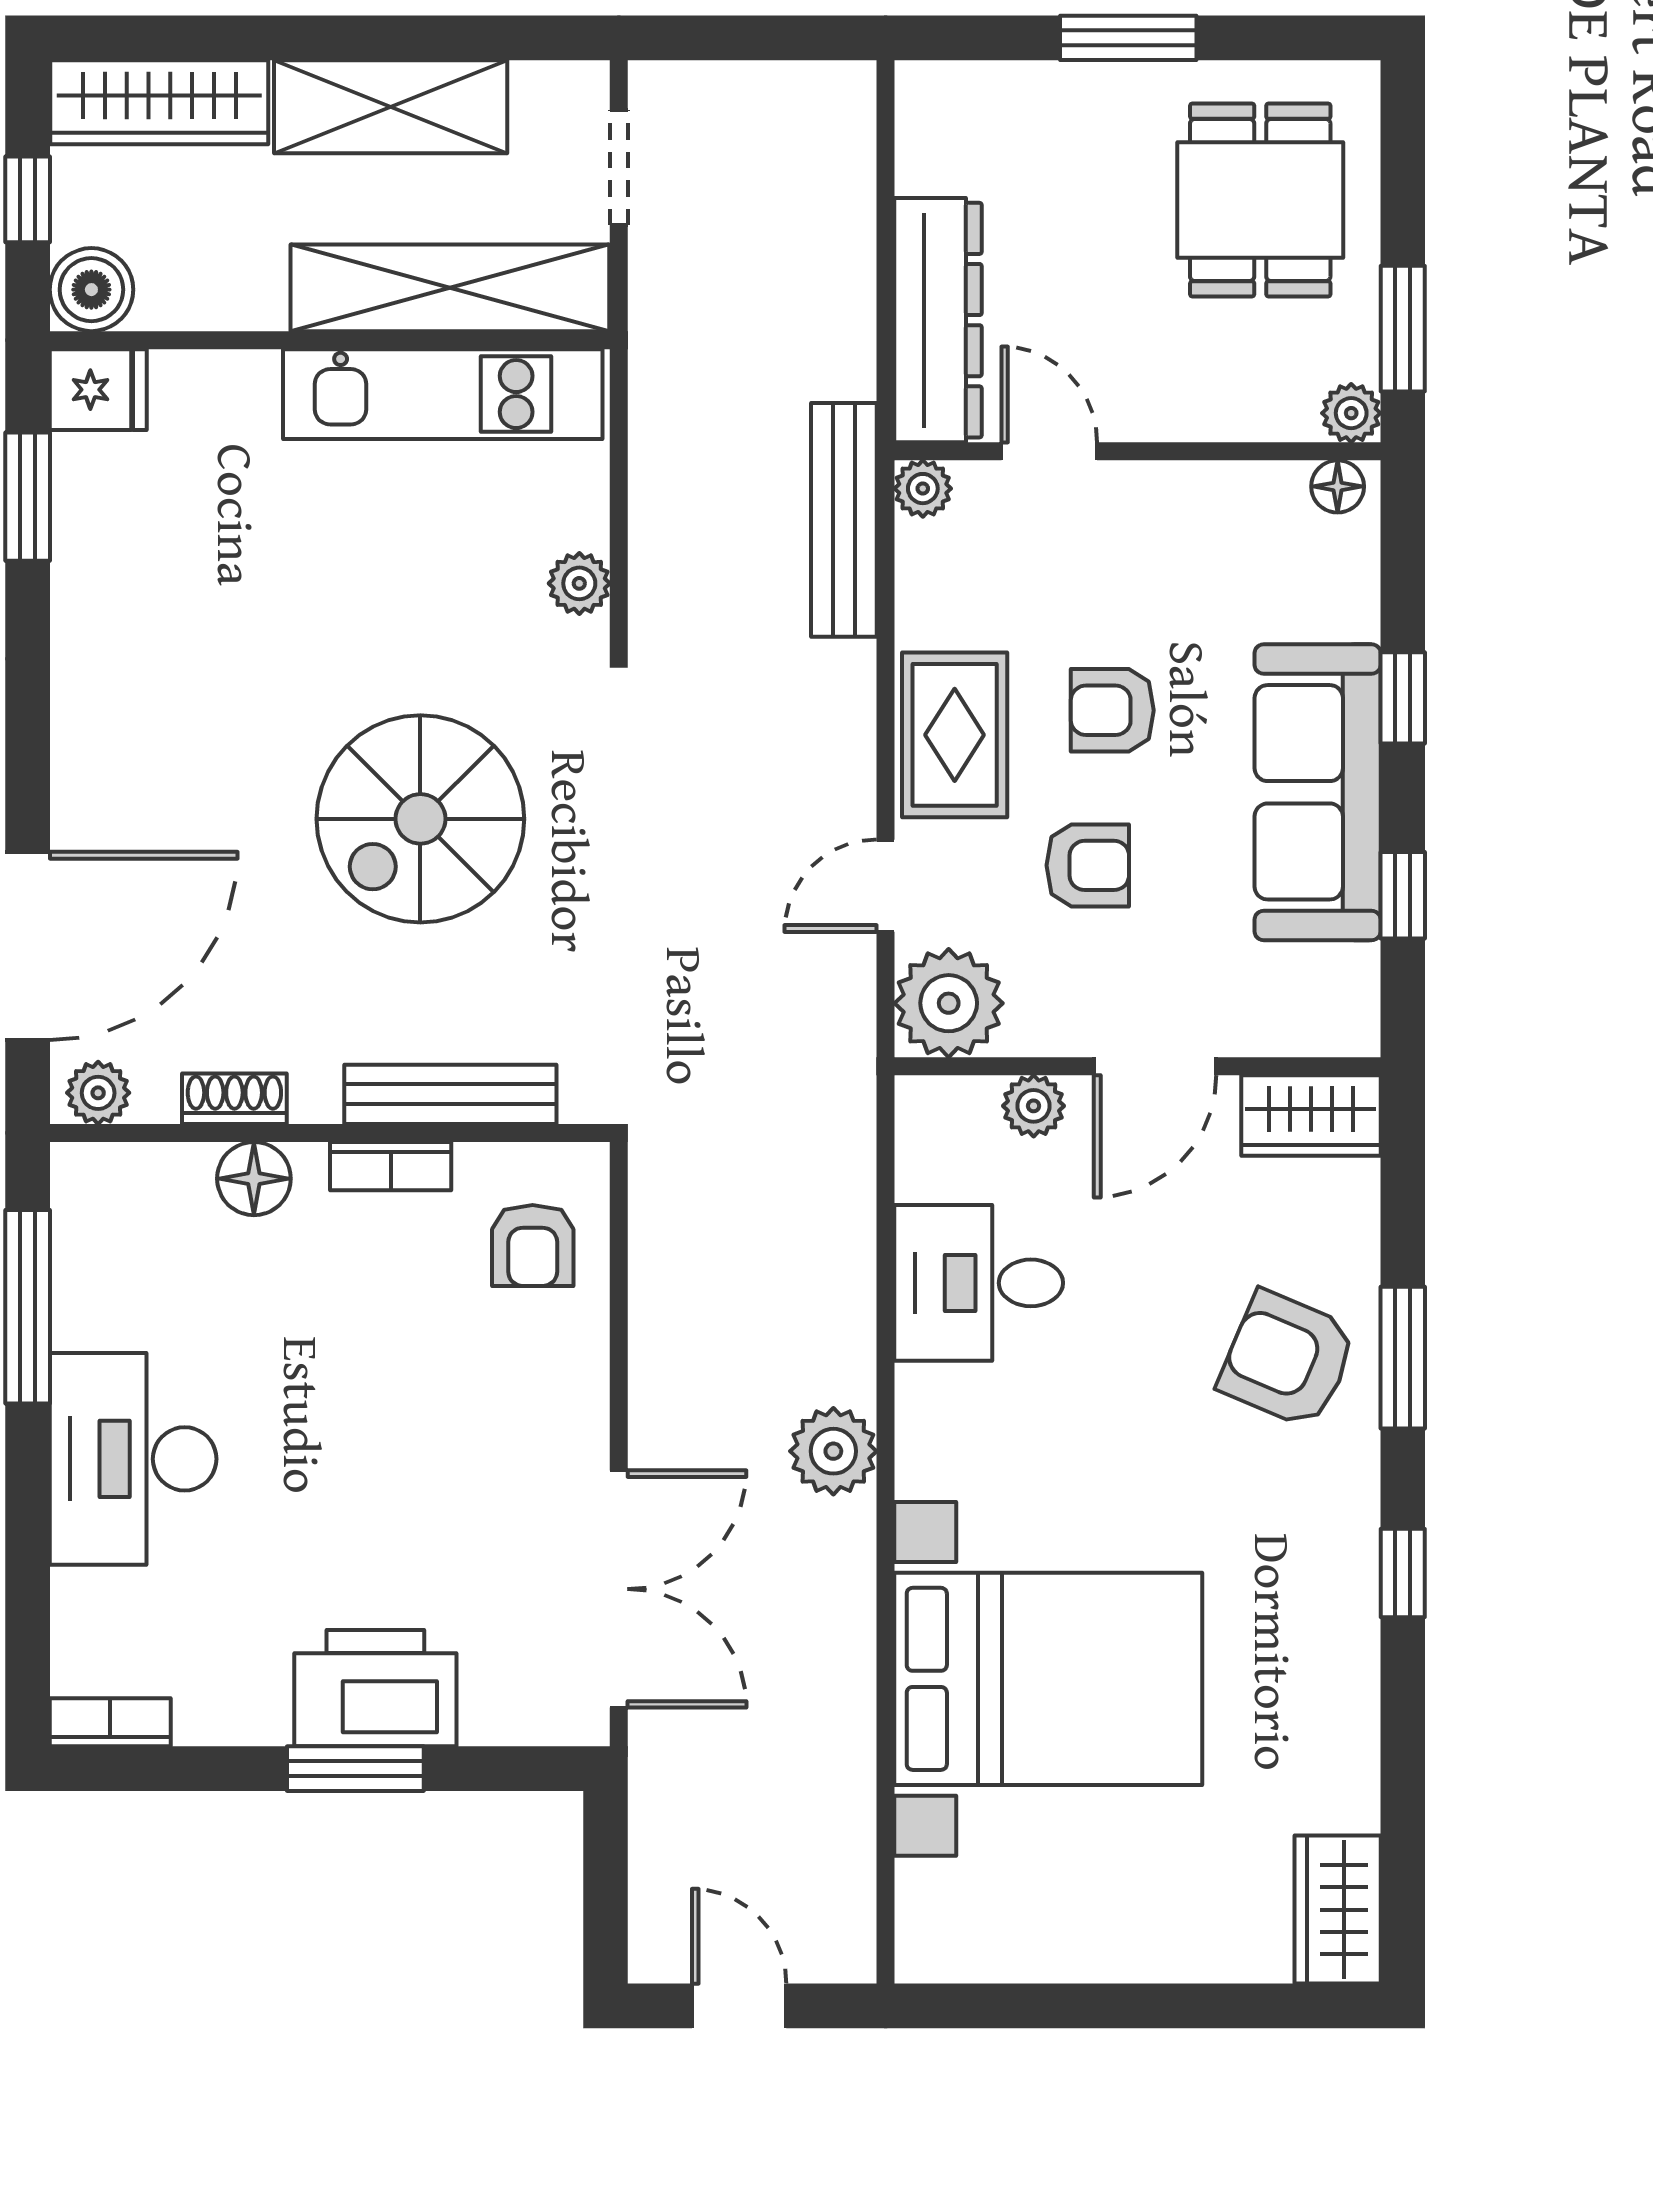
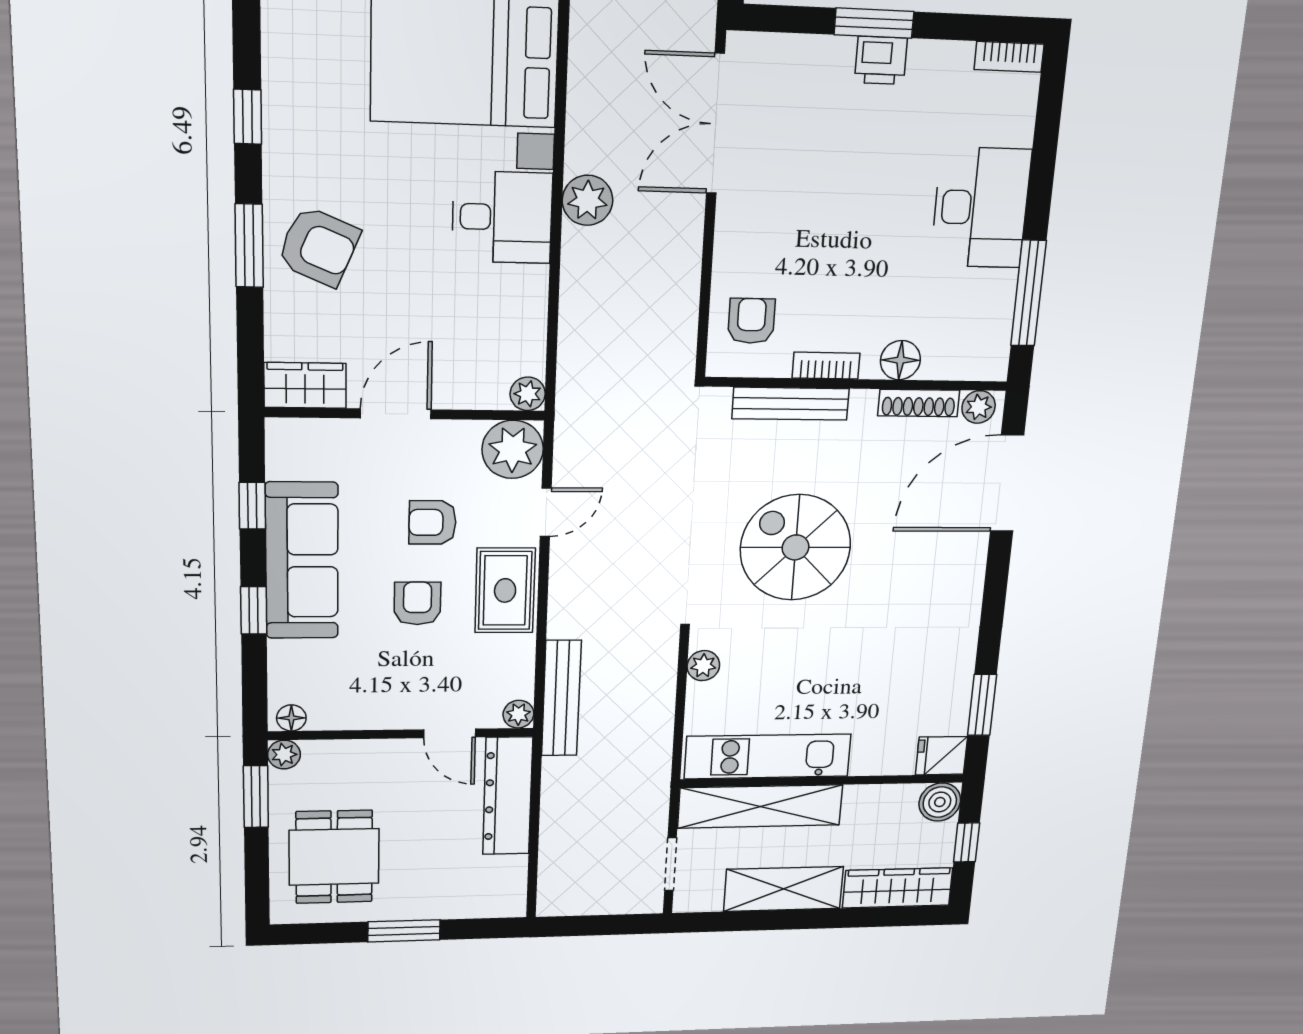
armchair: (1112, 710) -> (417, 603), turned -90
spiral stairs: (420, 819) -> (796, 547), turned -90
shoe rack: (234, 1099) -> (919, 403), width x1.43
plant: (1034, 1106) -> (528, 394), moved
desk: (979, 1283) -> (502, 217), moved
printer: (375, 1688) -> (881, 60), width x0.53, depth x0.68

